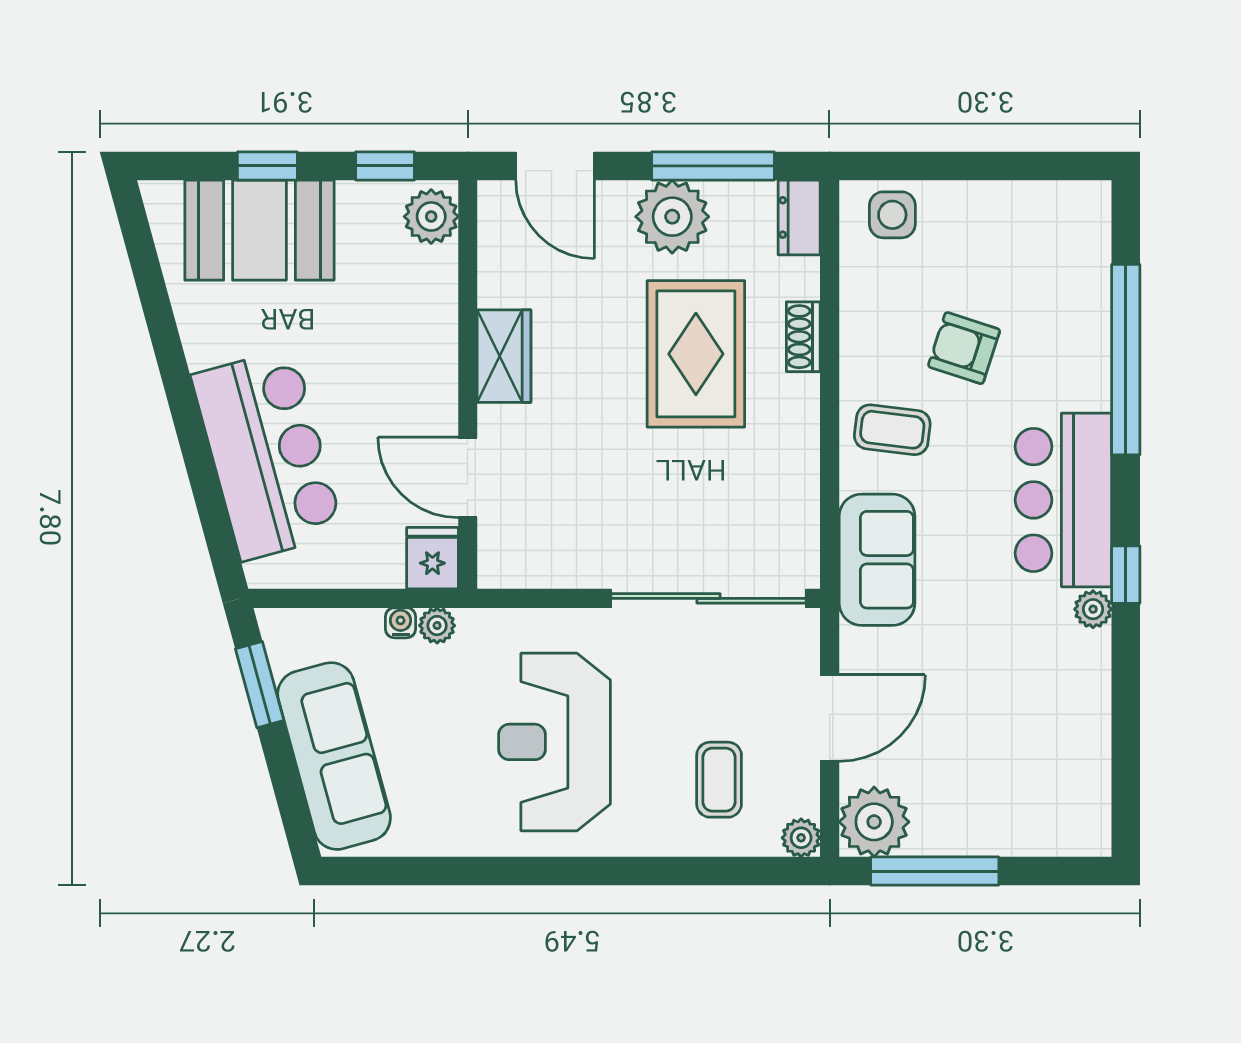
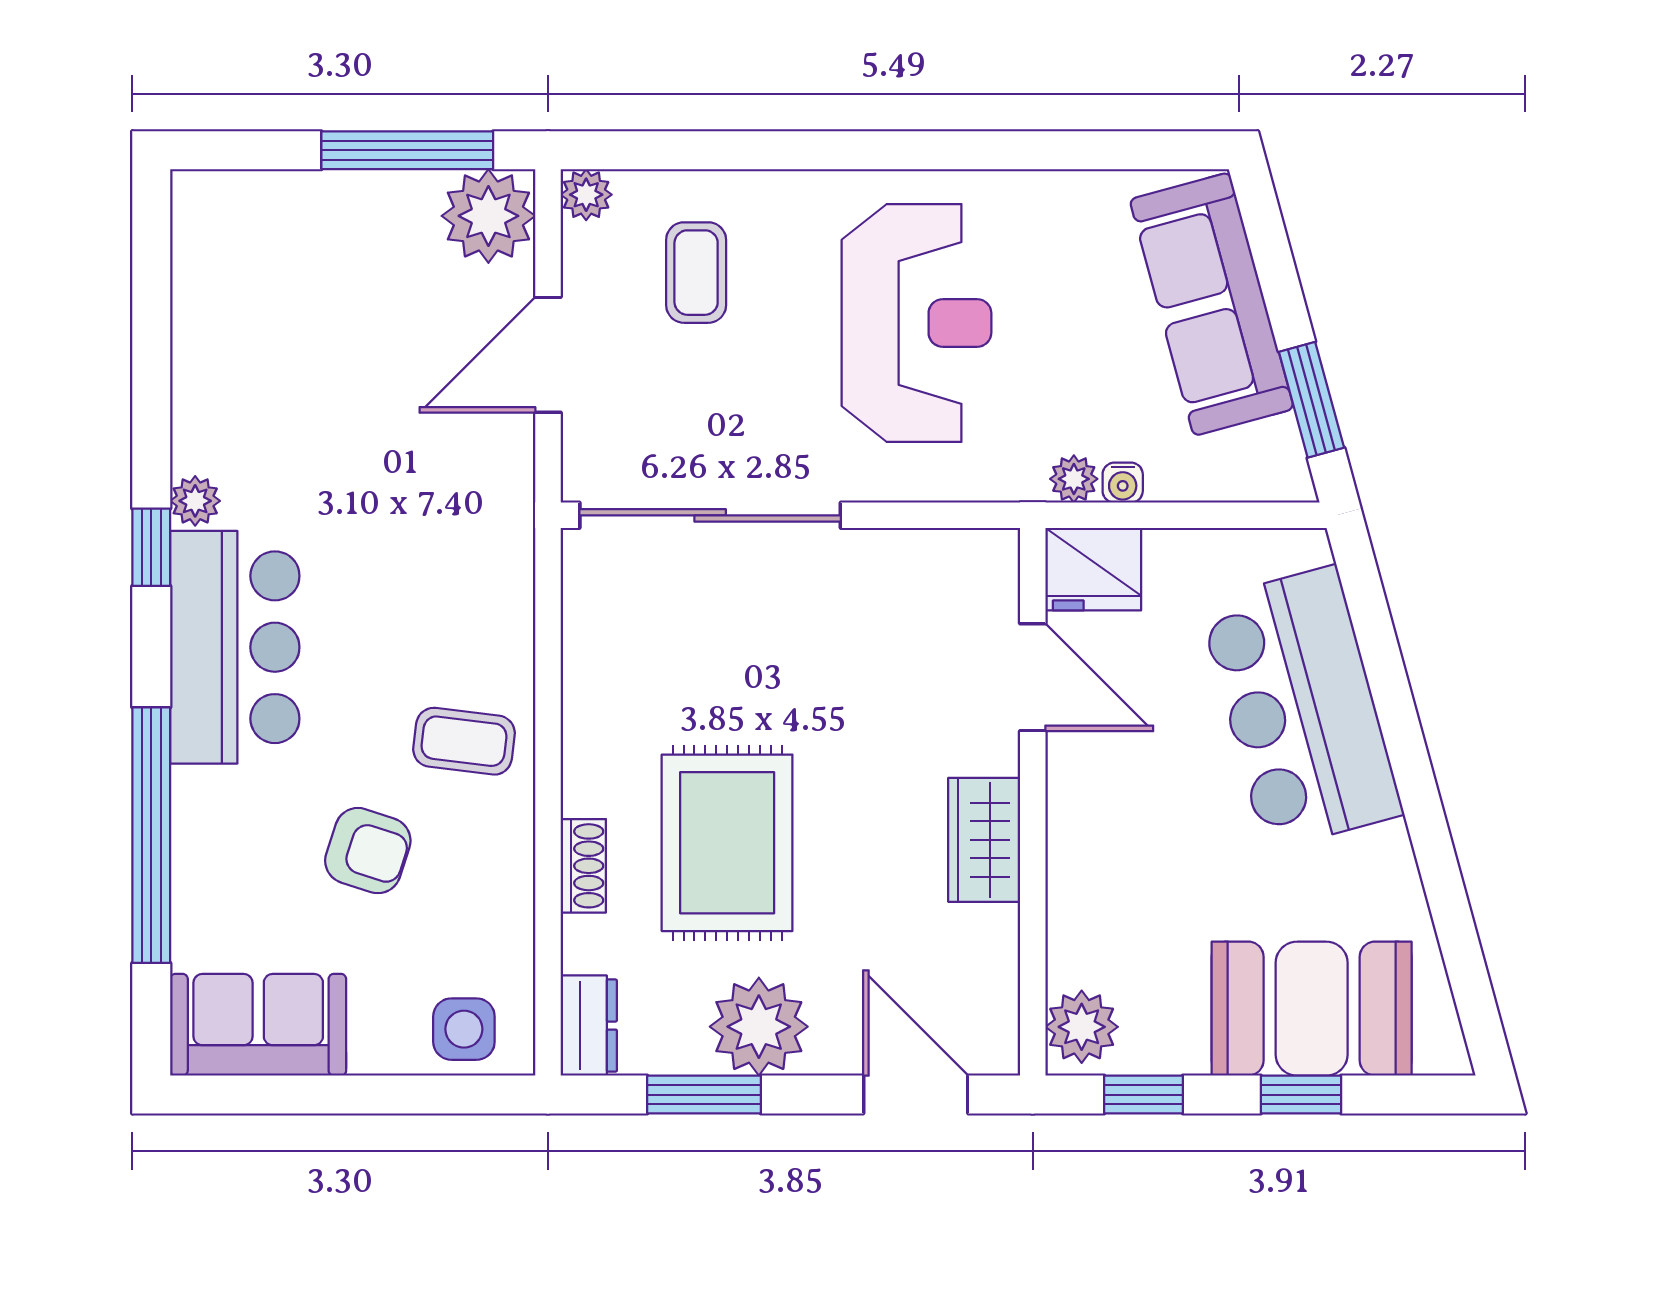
window: (713, 166) -> (704, 1095), width x0.69
fridge: (432, 558) -> (1093, 569), width x1.38
sofa: (877, 560) -> (258, 1025), moved, turned 90

